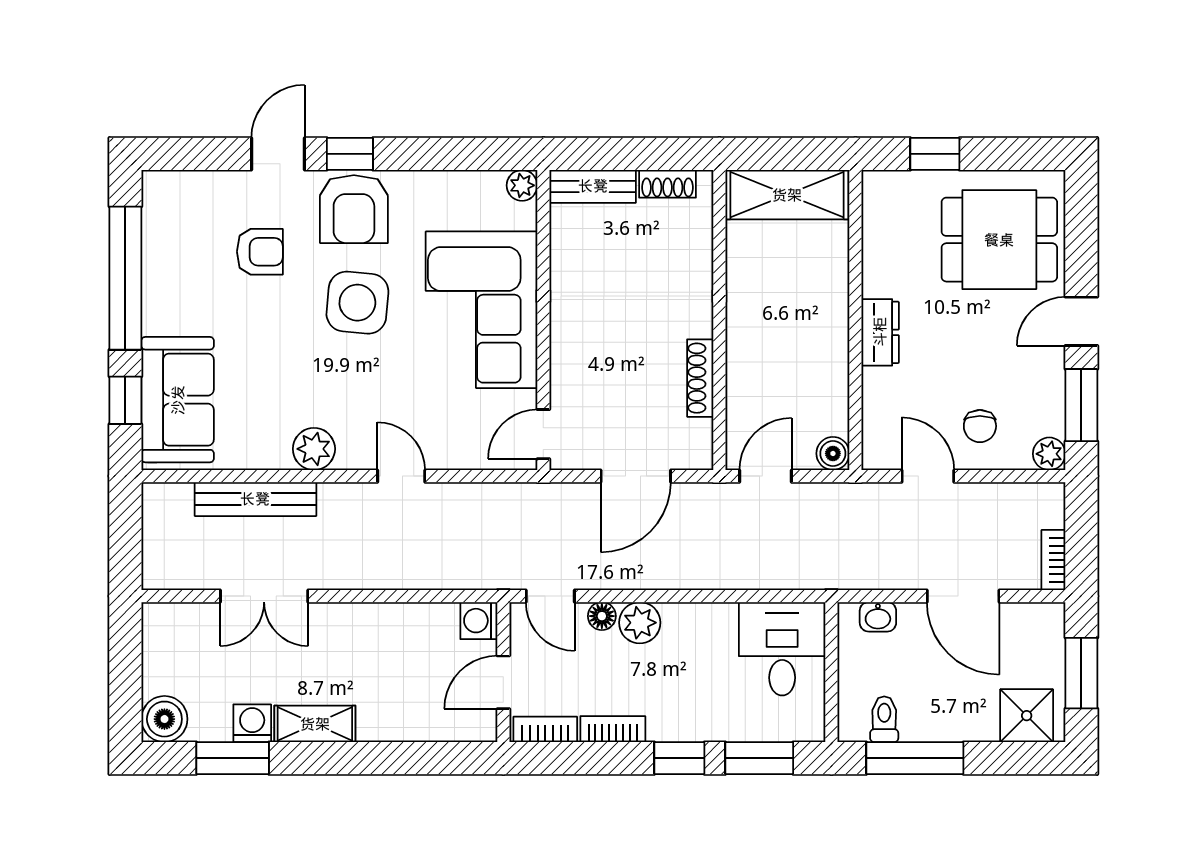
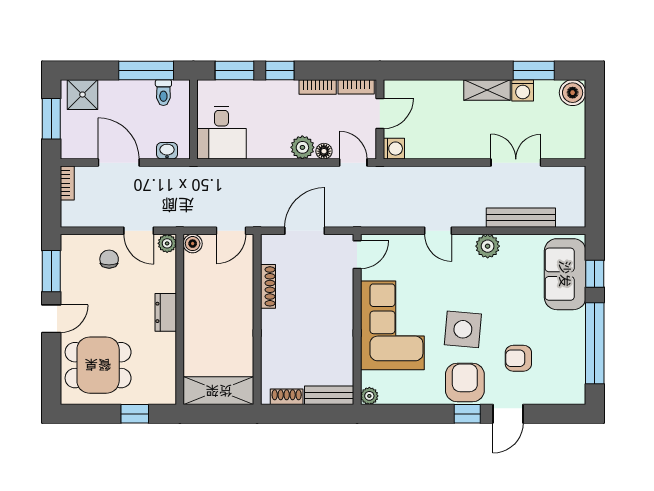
plant: (1049, 454) -> (167, 243), moved

